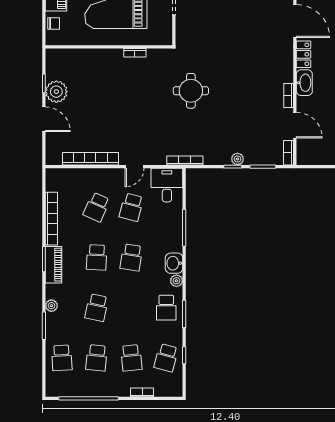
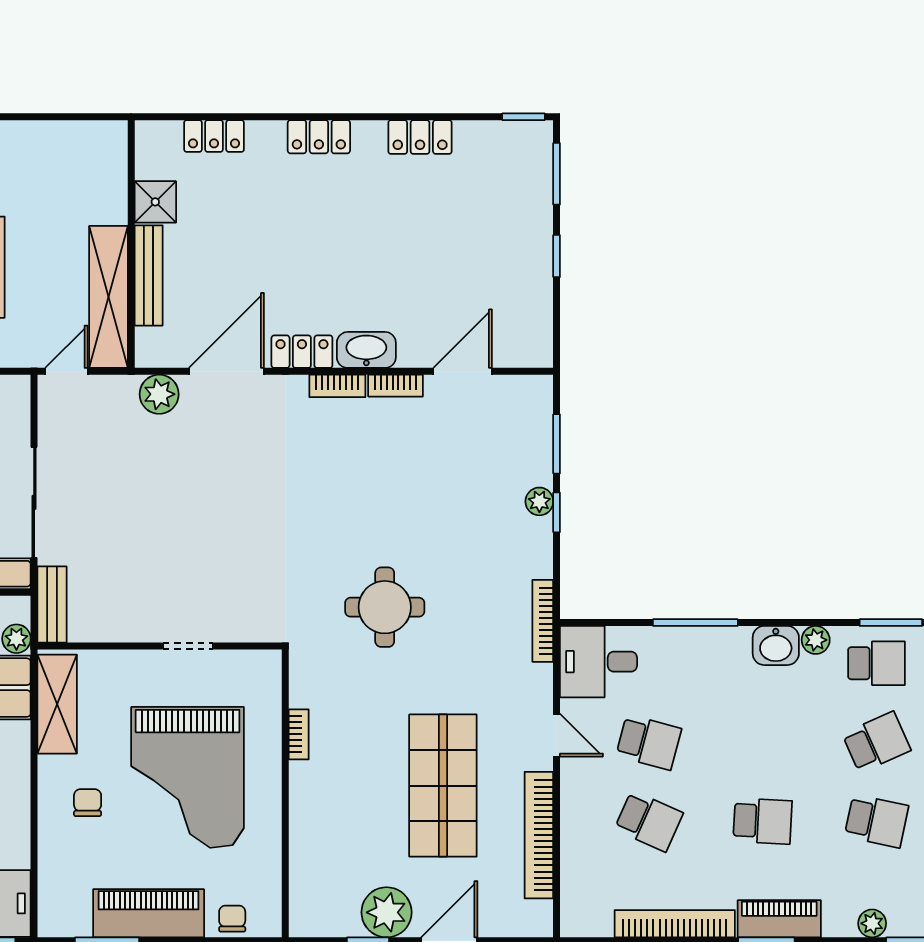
shop shelf: (112, 116) -> (443, 786), added
bookcase: (288, 153) -> (337, 386), moved
school desk: (131, 257) -> (876, 742), moved, turned -33

